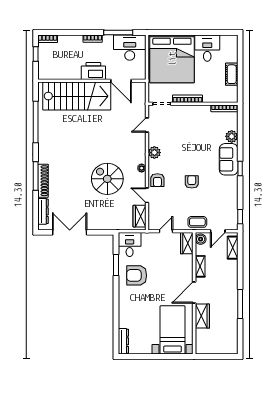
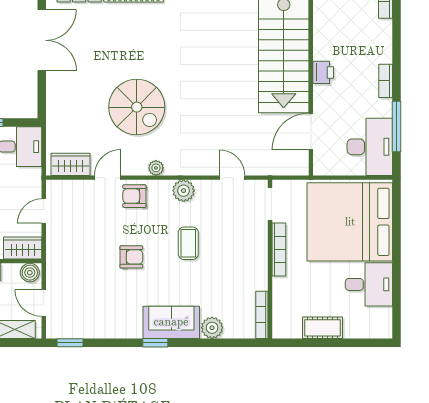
printer: (93, 71) -> (323, 72), width x0.53, depth x0.68
spiral stairs: (107, 179) -> (137, 107), turned 90
coffee table: (197, 222) -> (188, 243), moved
door: (166, 231) -> (44, 211), swing flipped

